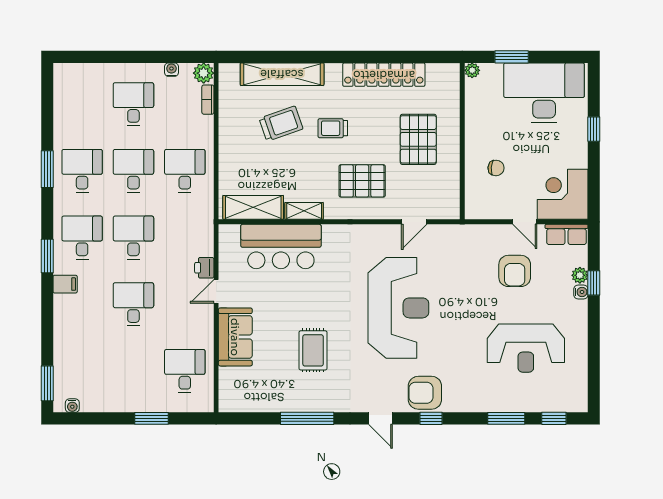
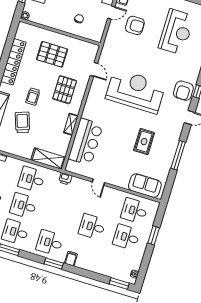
shelving: (253, 207) -> (48, 159), moved, turned 90
desk: (133, 238) -> (126, 237), moved
printer: (204, 268) -> (65, 179), moved
sofa: (235, 337) -> (145, 186), moved
rug: (313, 350) -> (144, 142), turned 90

